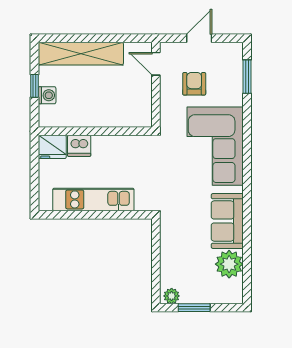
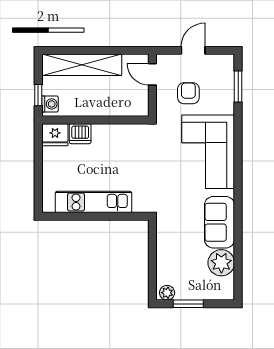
wall: (95, 131) -> (95, 120), moved
dishwasher: (79, 146) -> (80, 134), moved
fridge: (52, 147) -> (55, 135), moved

